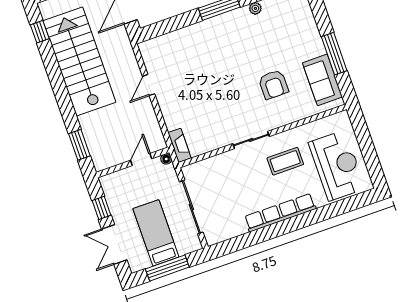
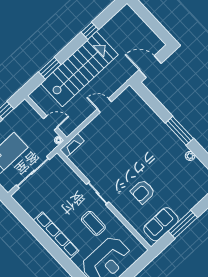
window: (40, 32) -> (90, 31), moved
stairs: (79, 61) -> (79, 69), moved
window: (79, 145) -> (50, 68), moved

